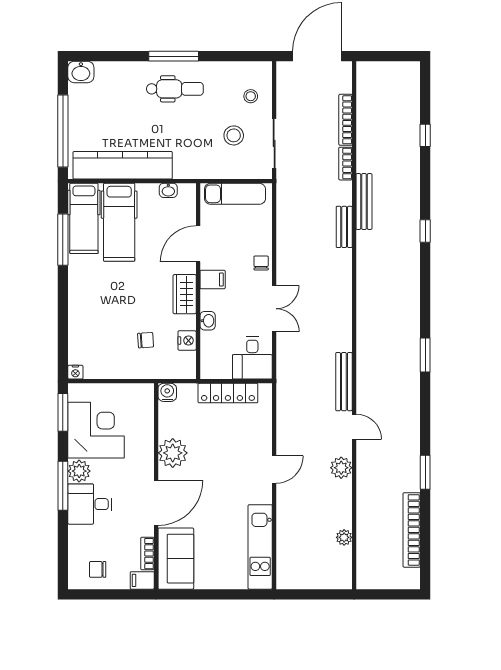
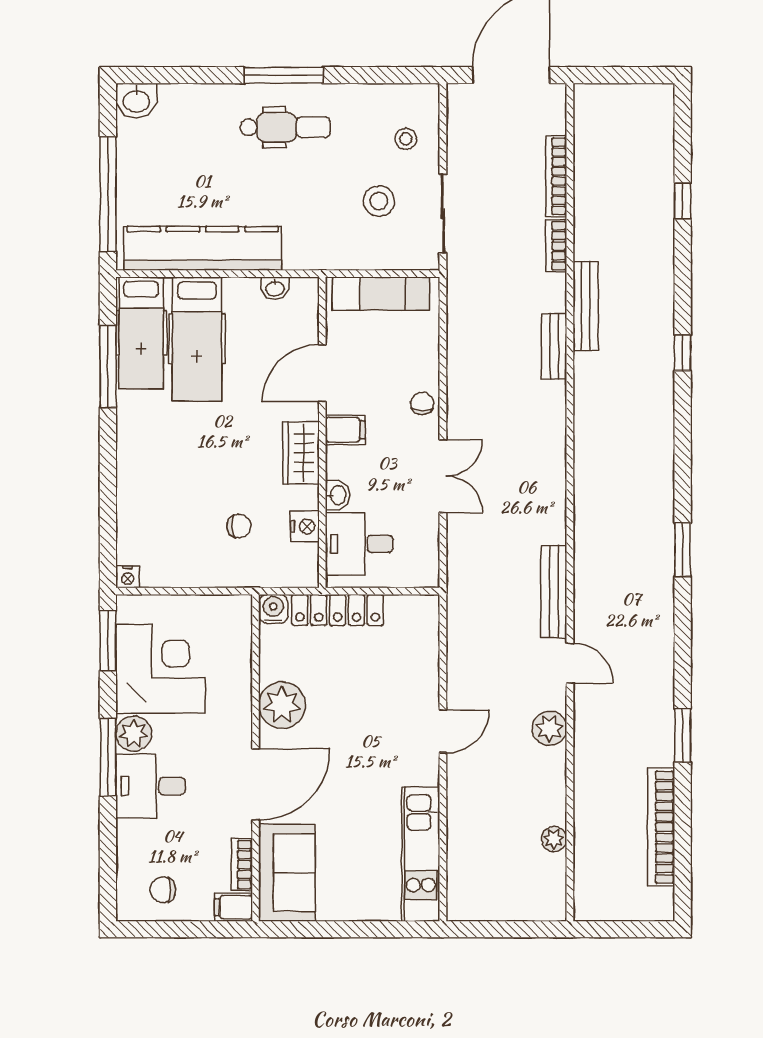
desk: (252, 358) -> (359, 544), moved, turned 90
locker: (228, 393) -> (338, 610), moved

